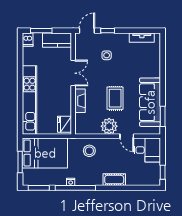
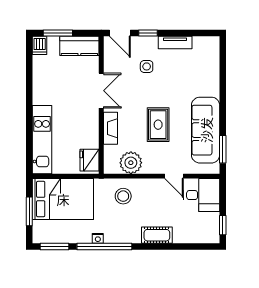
door: (87, 31) -> (120, 33), swing flipped
tv unit: (142, 38) -> (175, 43), moved
kitchen unit: (30, 100) -> (42, 140), width x0.73
plant: (109, 126) -> (131, 163), moved

